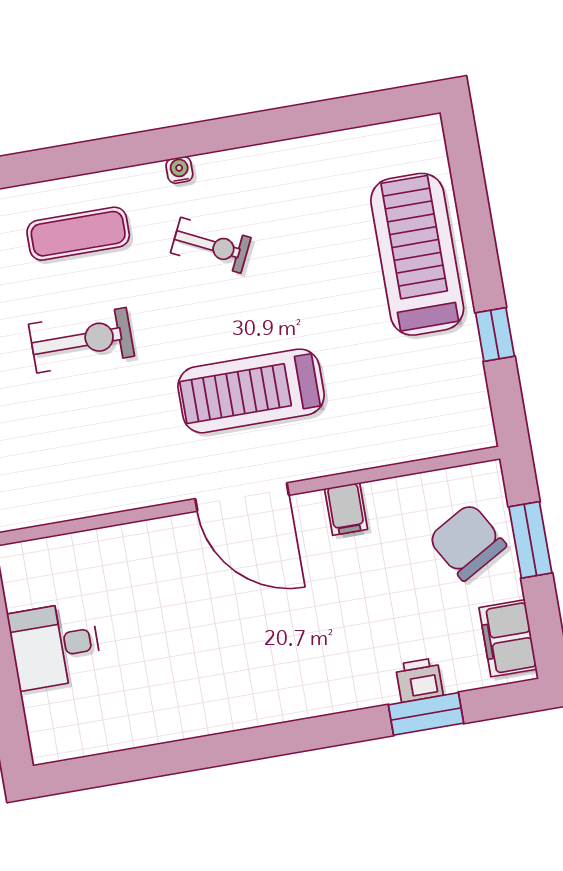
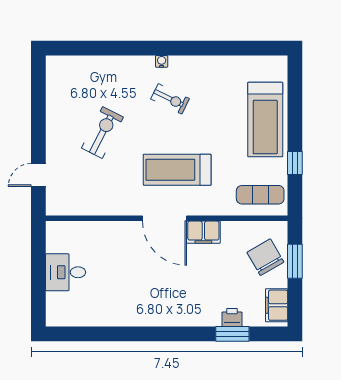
exercise mat: (78, 234) -> (260, 195), moved
treadmill: (417, 254) -> (265, 120), turned 180
exercise bike: (82, 340) -> (102, 133), turned -63
filing cabinet: (346, 509) -> (203, 232), width x2.00

